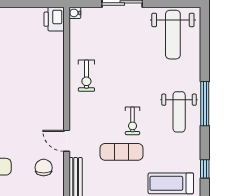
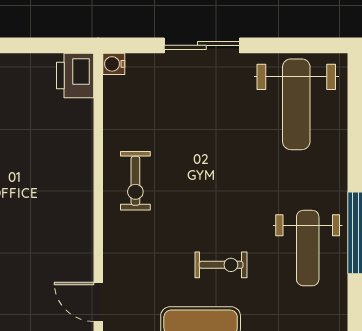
exercise bike: (133, 121) -> (221, 265), turned -90

